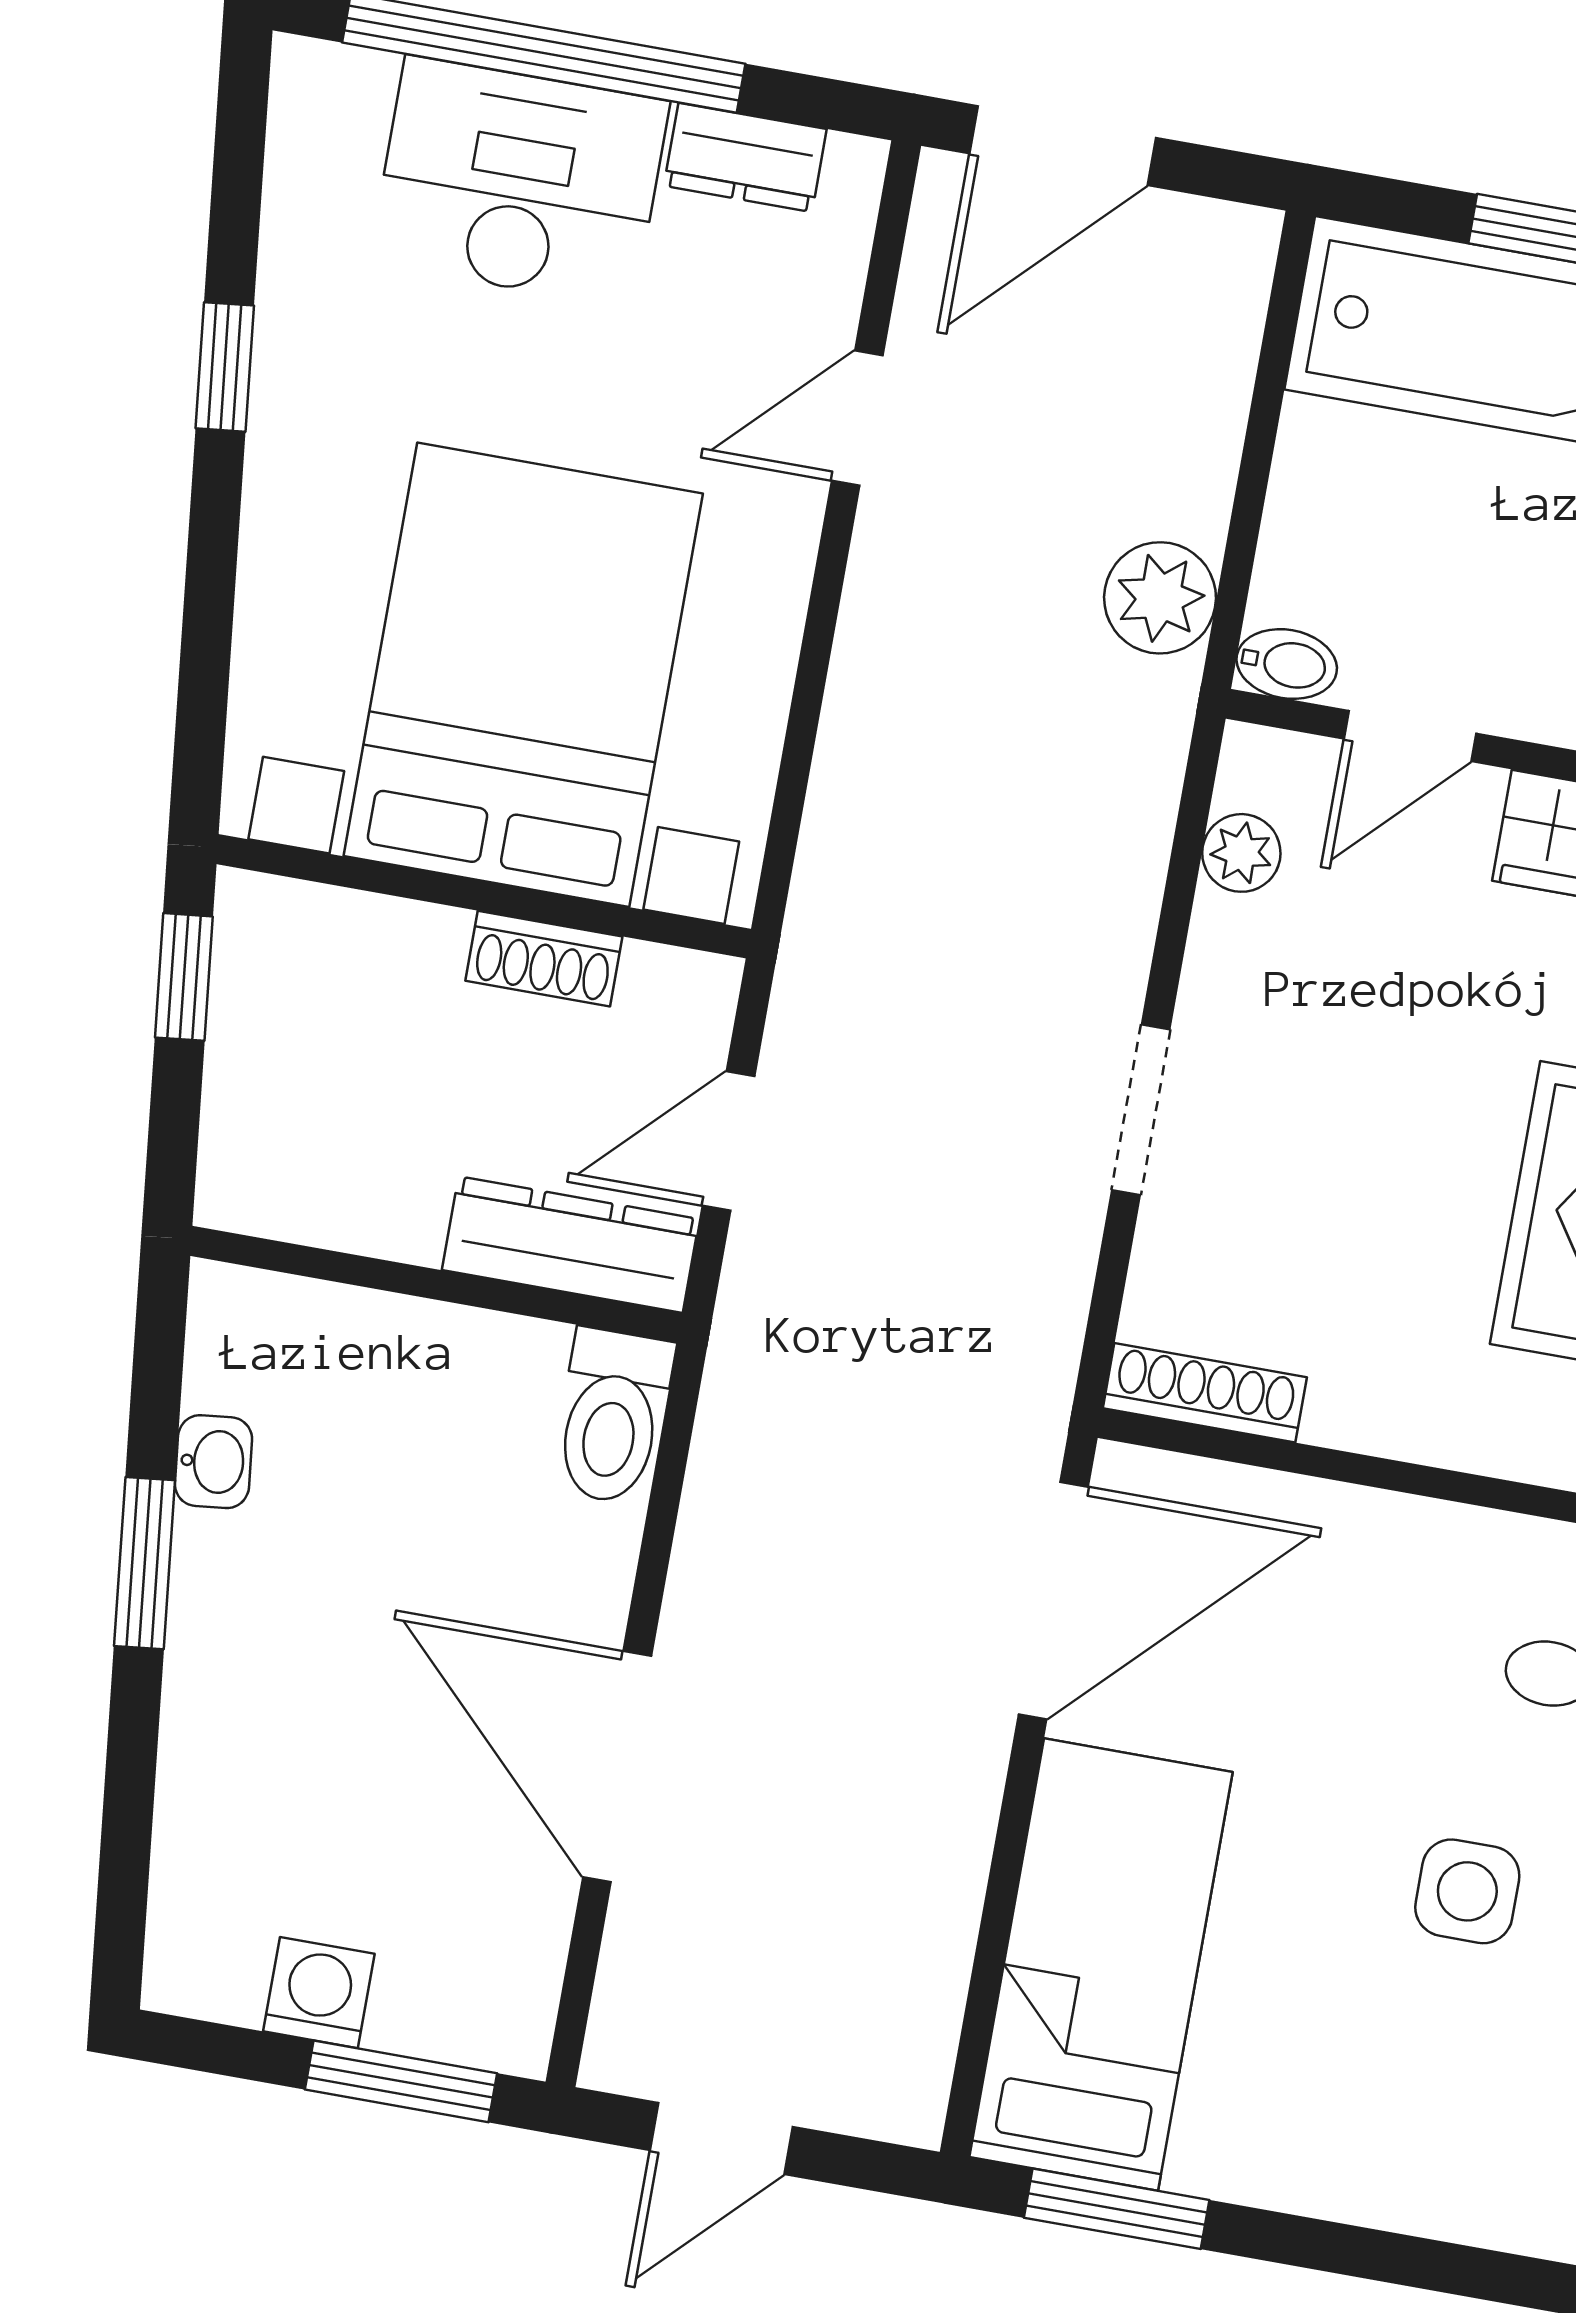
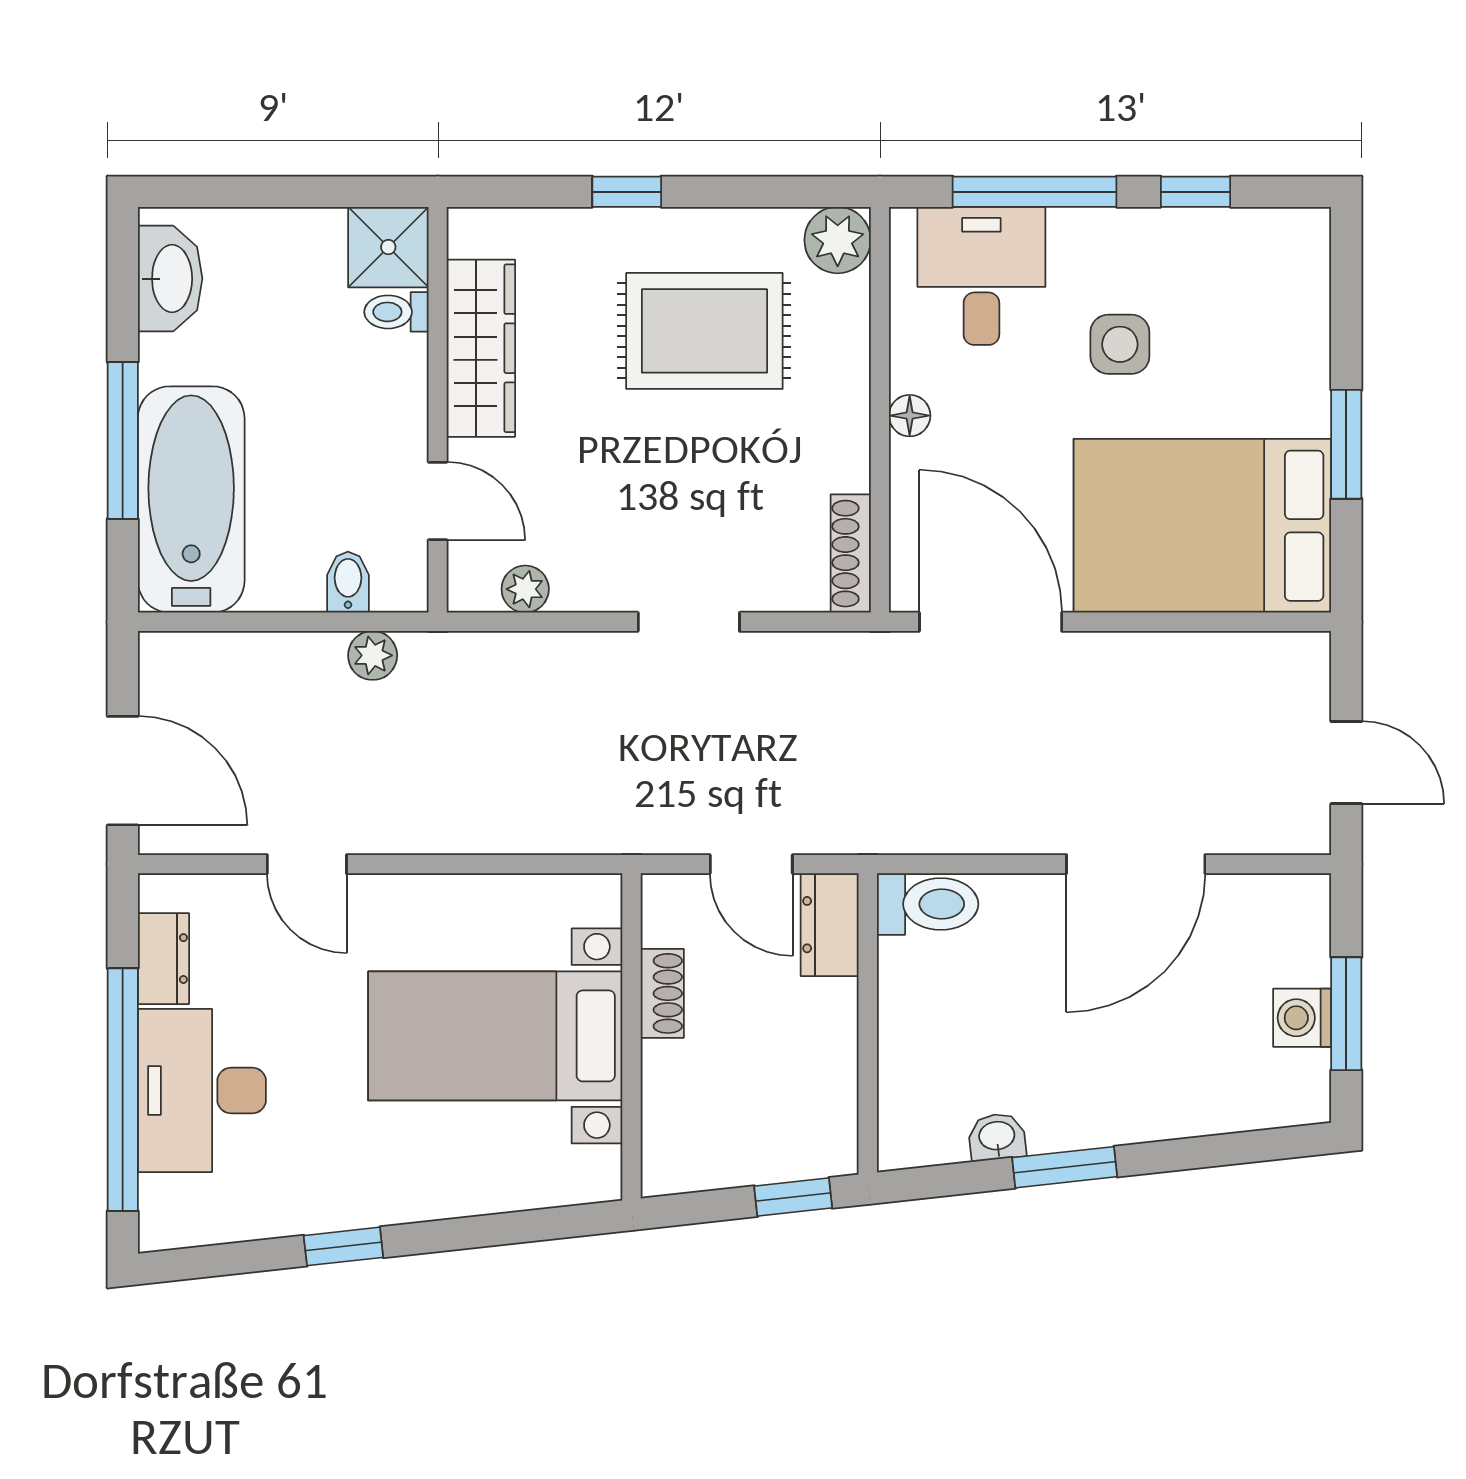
plant: (1160, 598) -> (373, 655), width x0.73, depth x0.73
bidet: (1287, 664) -> (348, 582), moved
bed with nightstands: (523, 675) -> (495, 1036), width x0.73
window: (184, 977) -> (793, 1197), moved
dresser: (571, 1245) -> (830, 925), width x0.70
floor lamp: (1412, 1529) -> (910, 416), added
bed: (1101, 1965) -> (1202, 526), width x1.50
window: (401, 2081) -> (1346, 1014), moved
window: (1117, 2209) -> (1346, 444), moved

